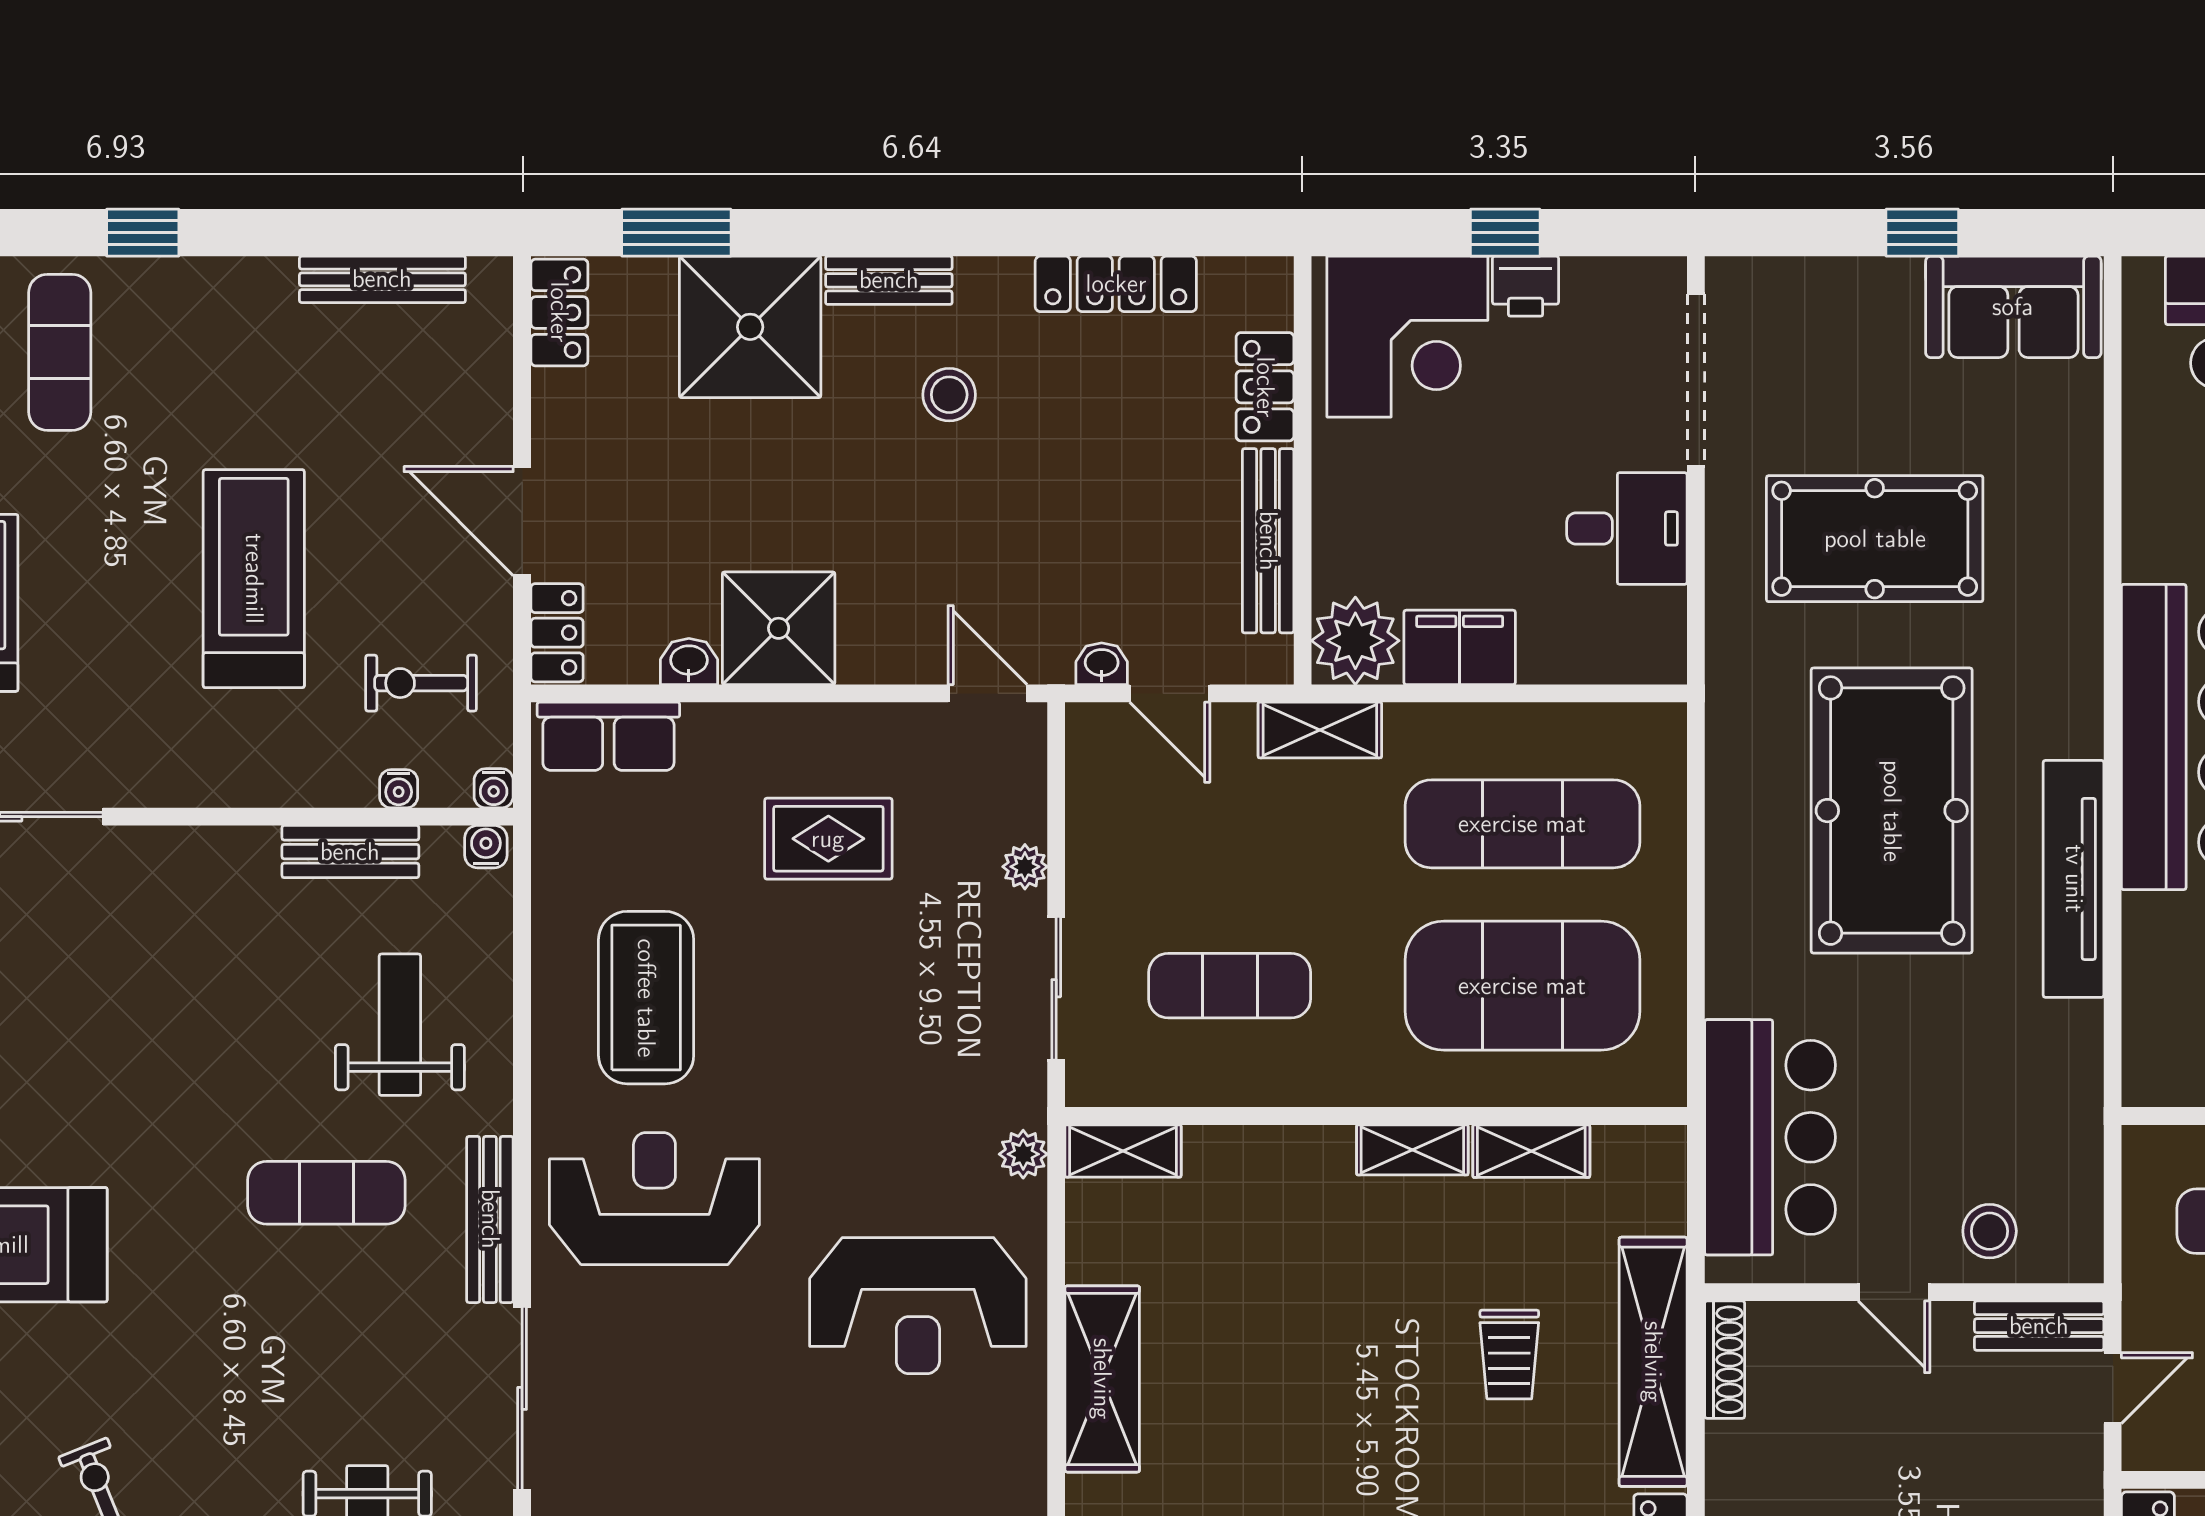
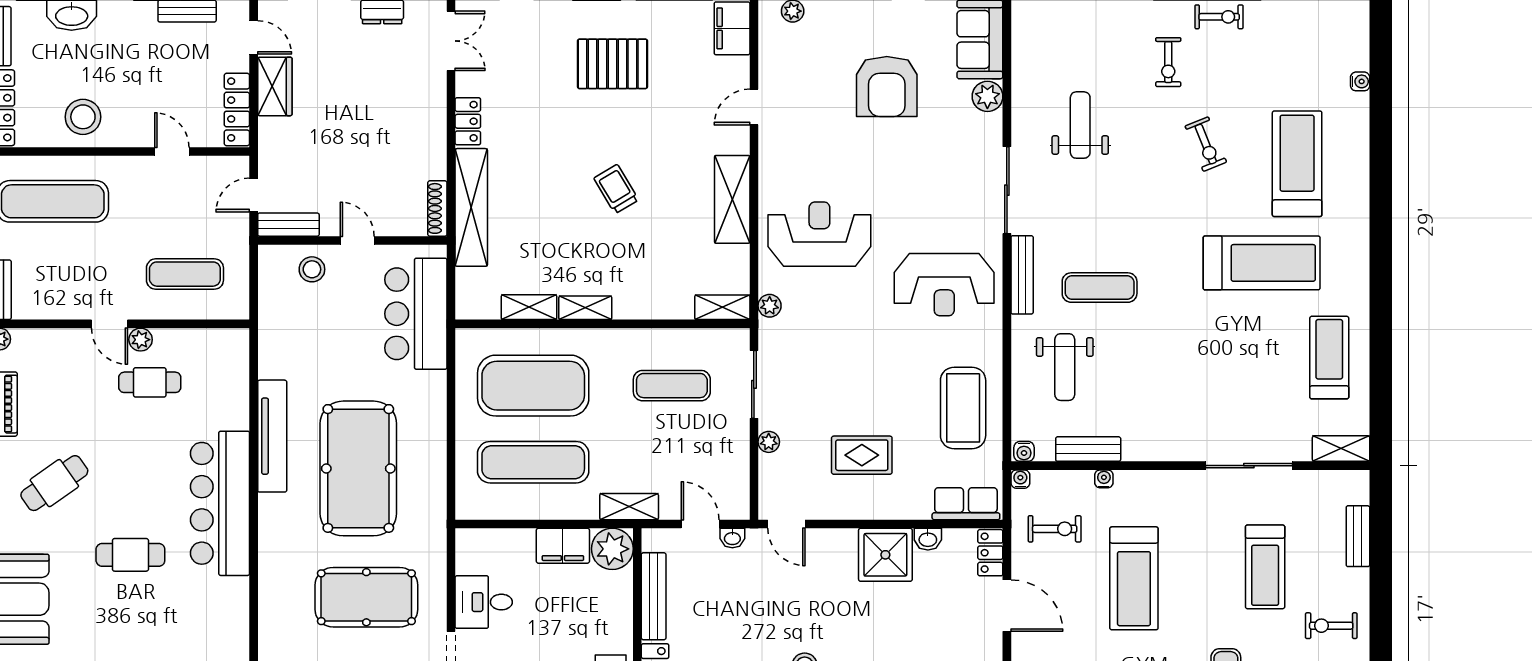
water cooler: (399, 789) -> (1104, 479), moved
coffee table: (646, 998) -> (963, 408), moved
trolley: (1509, 1354) -> (616, 189), moved, turned -31

